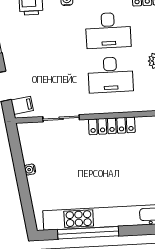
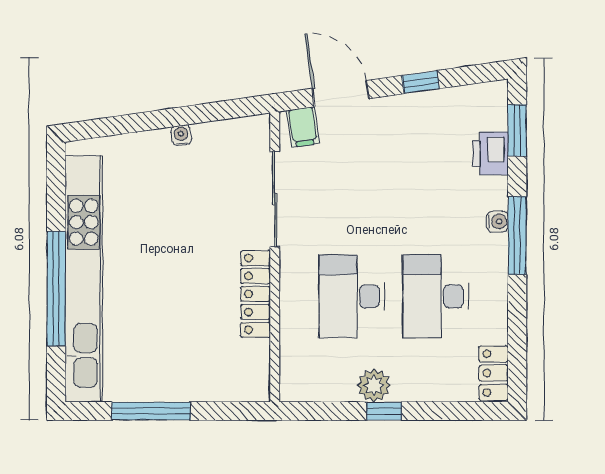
sliding door: (61, 118) -> (275, 199), width x1.37
window: (88, 233) -> (56, 289), moved

